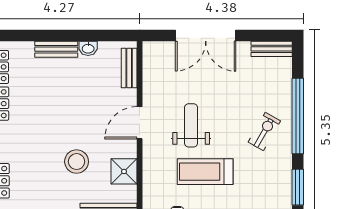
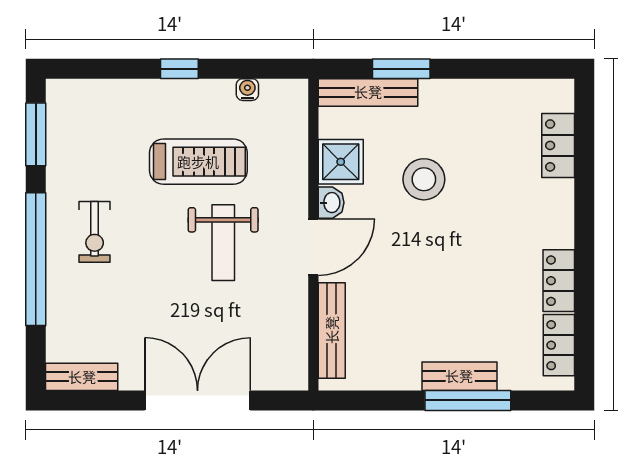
window: (51, 35) -> (468, 400), added
washbasin: (88, 48) -> (331, 203), moved, turned 90
bench: (129, 68) -> (332, 330), width x1.36
exercise bike: (264, 132) -> (95, 232), turned -30

